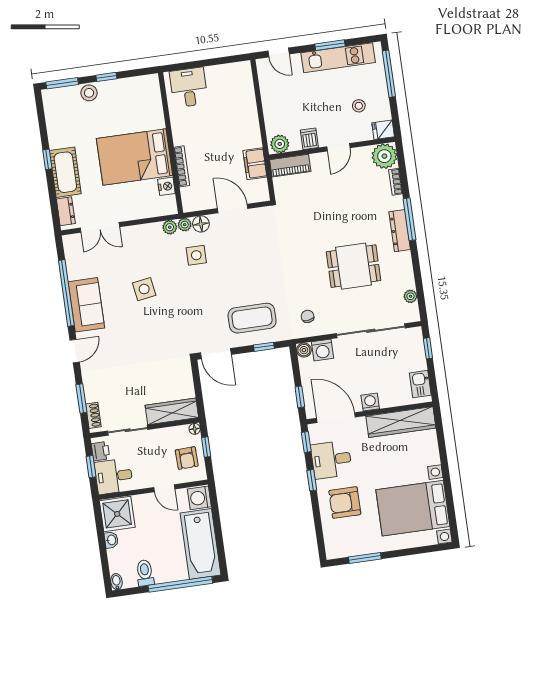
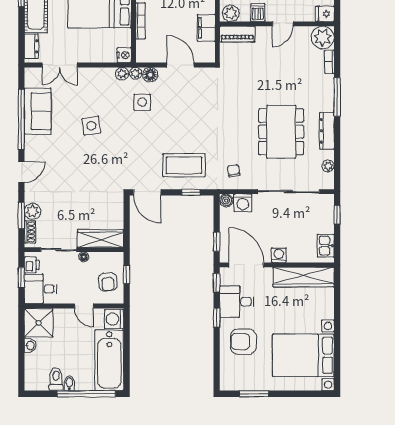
nightstand: (166, 186) -> (124, 55), moved
dresser: (400, 231) -> (327, 131), moved
dining table: (354, 266) -> (281, 132), width x1.38
sofa: (86, 305) -> (38, 111), moved
plant: (93, 392) -> (33, 211), added
floor lamp: (195, 429) -> (84, 257), moved
bidet: (116, 582) -> (69, 383), moved

